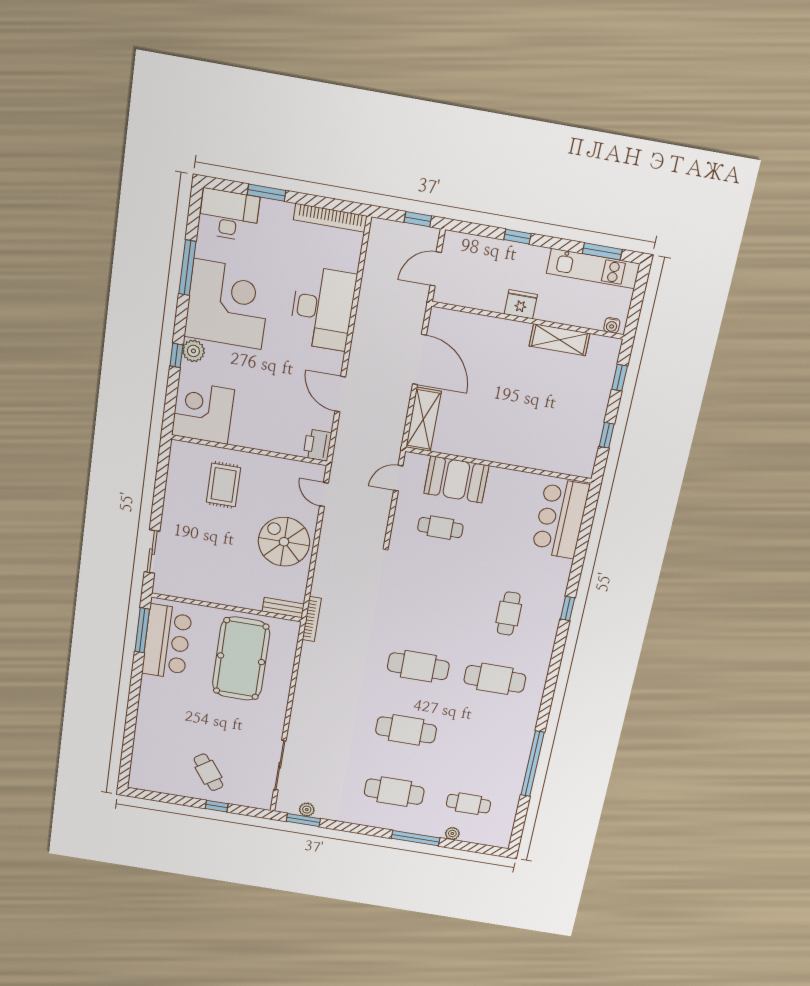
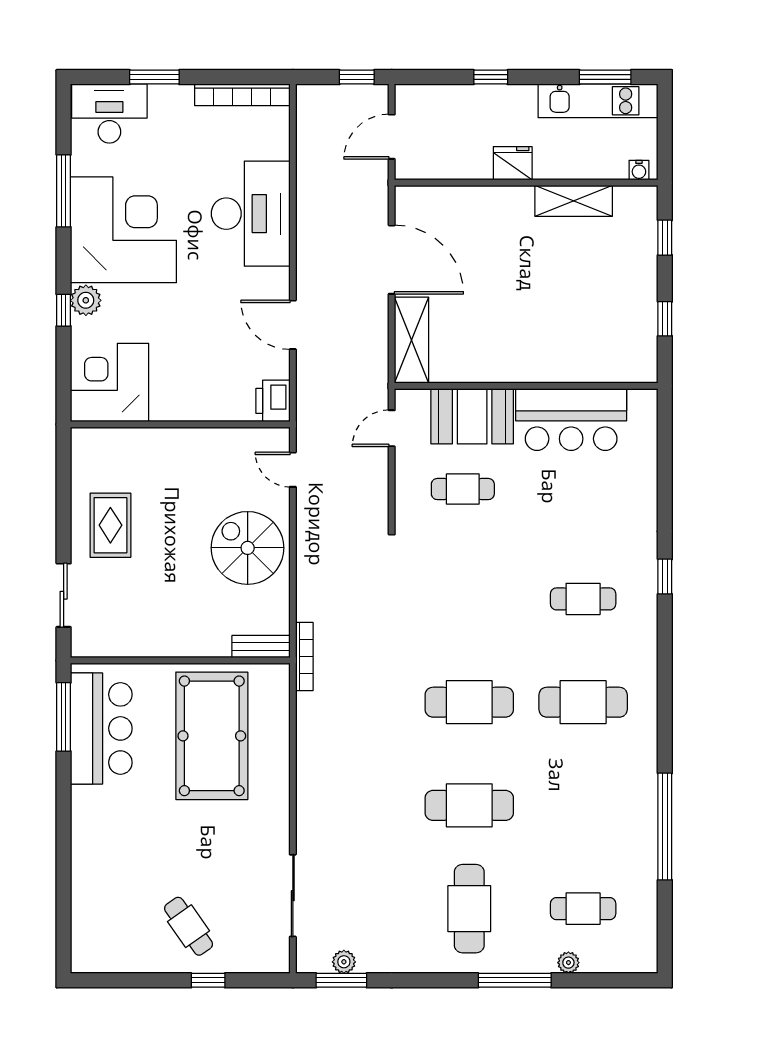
rug: (224, 485) -> (110, 525), moved
bar counter: (561, 518) -> (571, 420), moved, turned -90
cafe table: (509, 614) -> (583, 599), turned 90
cafe table: (394, 792) -> (469, 909), turned 90

